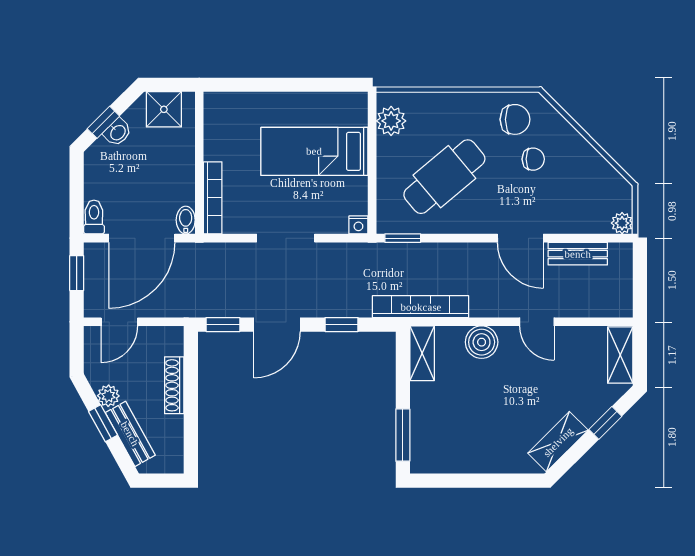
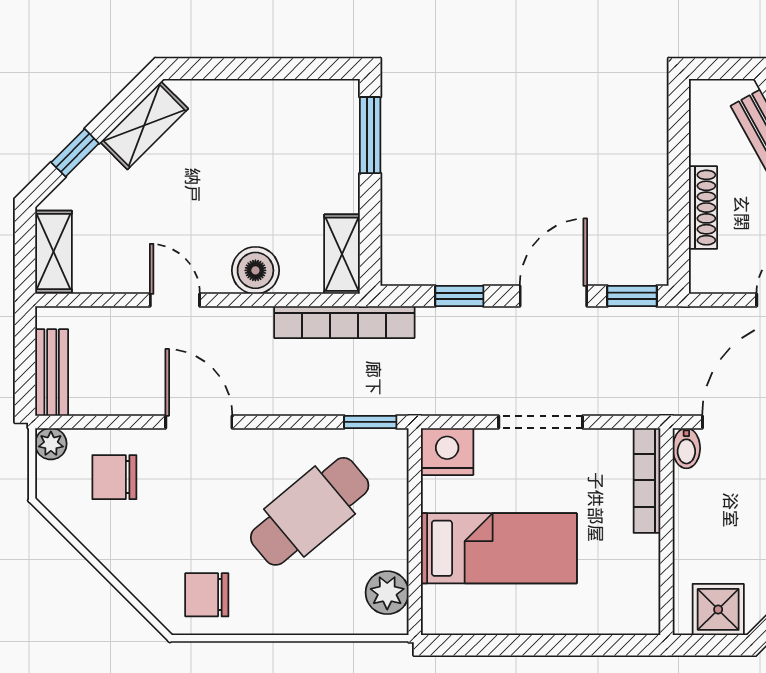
chair: (533, 159) -> (114, 477), moved, width x1.37, depth x1.37
nightstand: (358, 225) -> (447, 452), width x1.89, depth x1.79
bench: (578, 254) -> (52, 373), moved, turned 90

